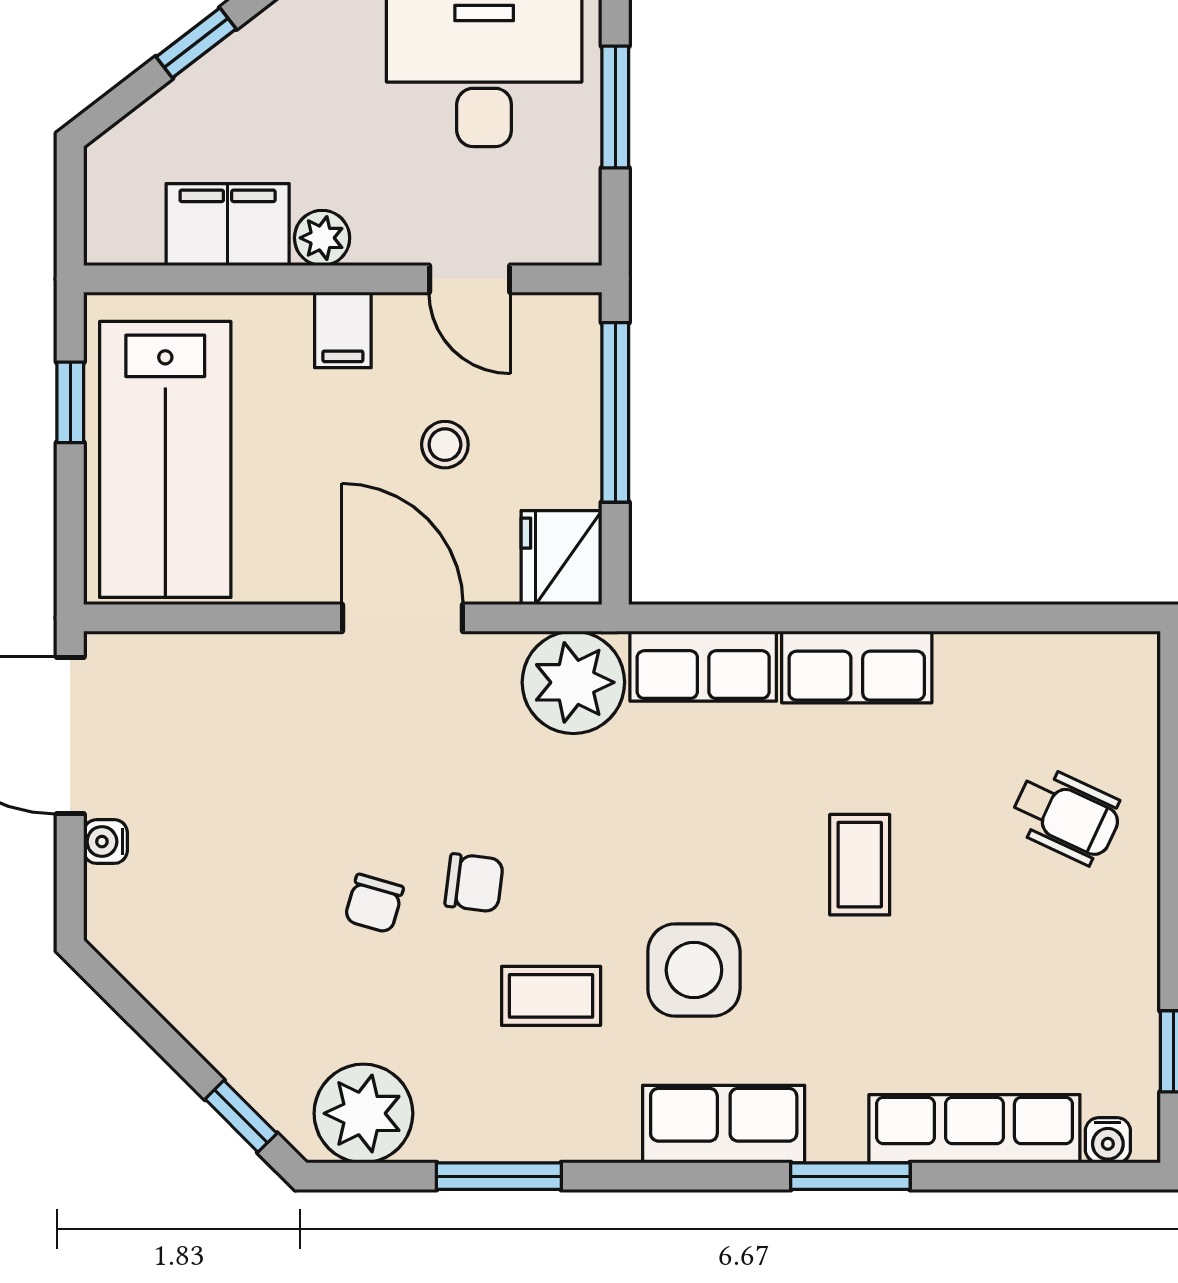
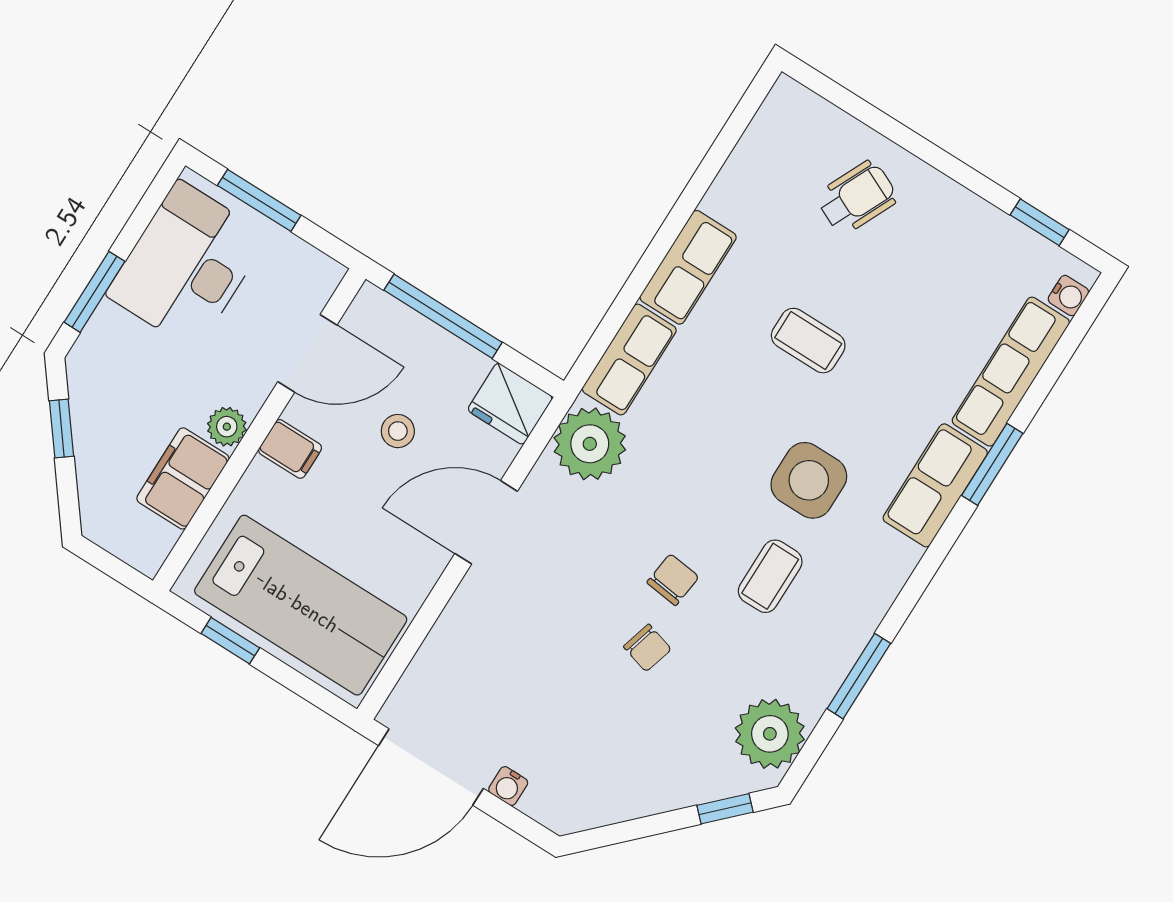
door: (470, 279) -> (307, 353), width x1.38
row of seats: (724, 1124) -> (935, 485), moved

